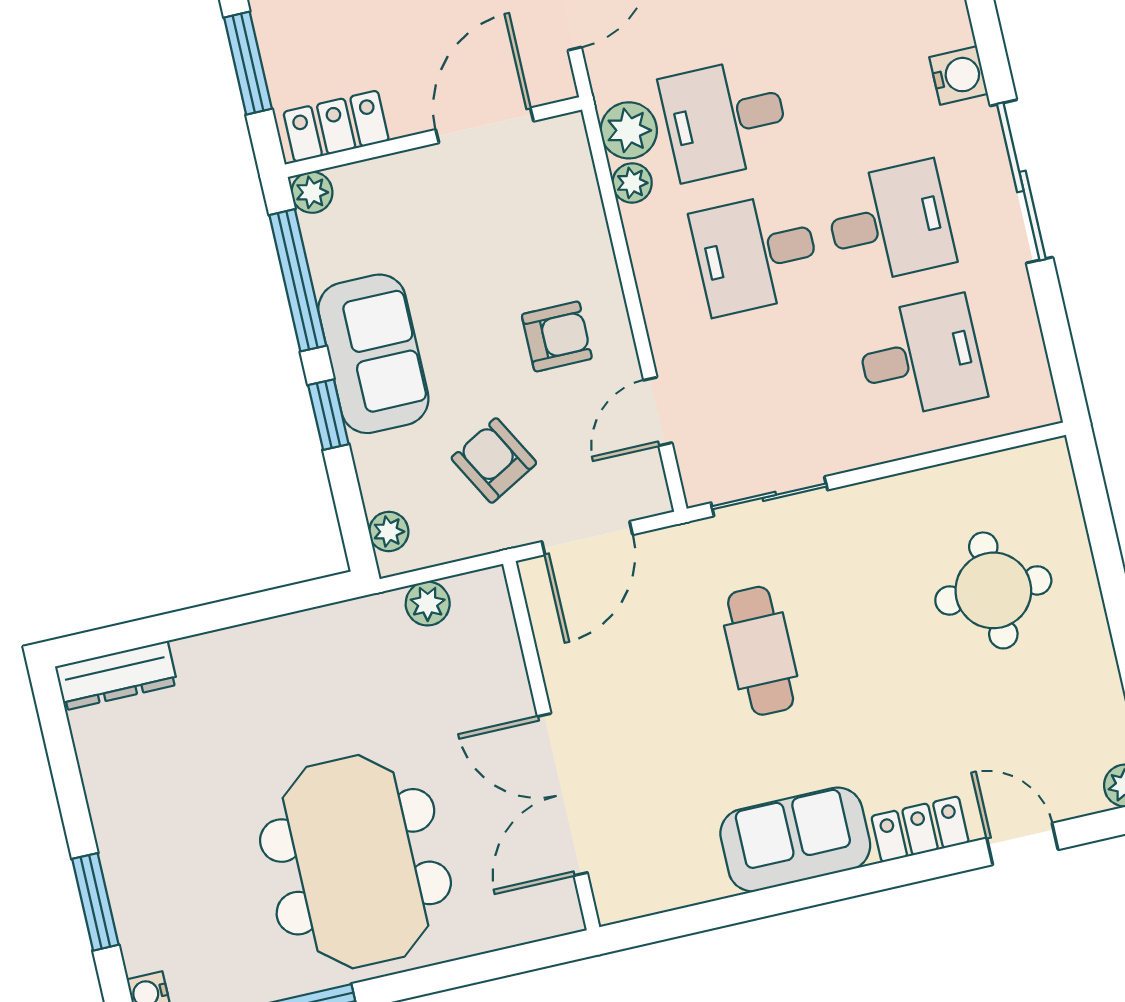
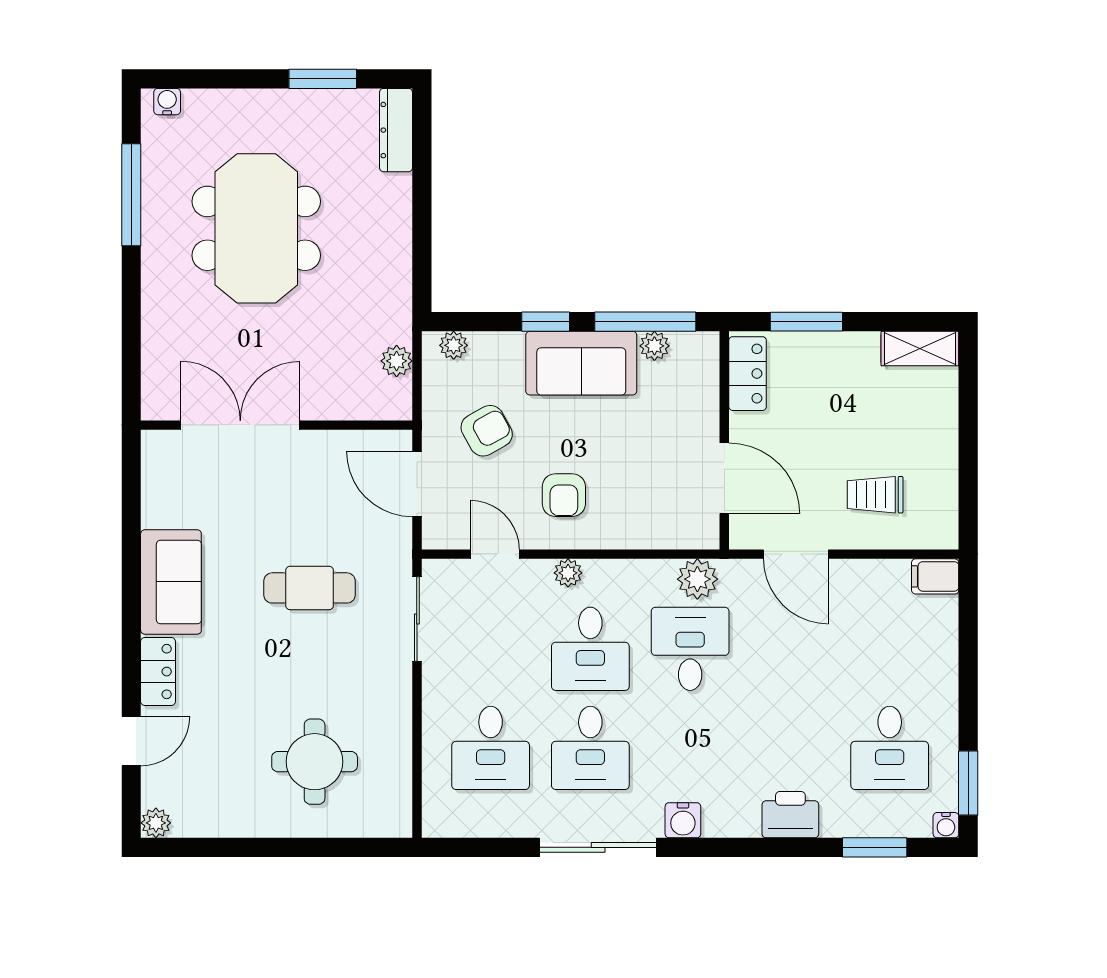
plant: (632, 183) -> (568, 573), moved
plant: (312, 192) -> (654, 346), moved
desk: (756, 253) -> (590, 649), turned 180
meeting table: (355, 862) -> (256, 228), moved, turned 90
window: (95, 902) -> (323, 79), moved

